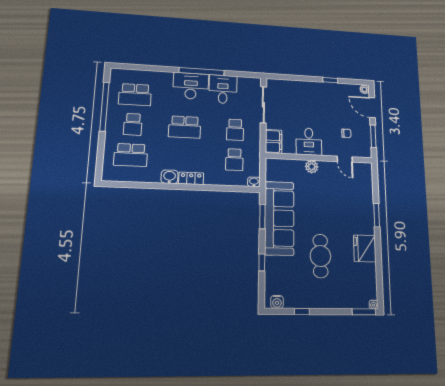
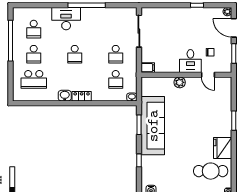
desk: (191, 86) -> (66, 19), moved
desk: (223, 89) -> (105, 20), removed
school desk: (135, 95) -> (34, 29), width x0.54
school desk: (185, 127) -> (75, 54), width x0.54
filing cabinet: (274, 142) -> (148, 68), width x0.50
desk: (309, 142) -> (190, 61), moved
cafe table: (320, 256) -> (211, 171), moved, turned 90

